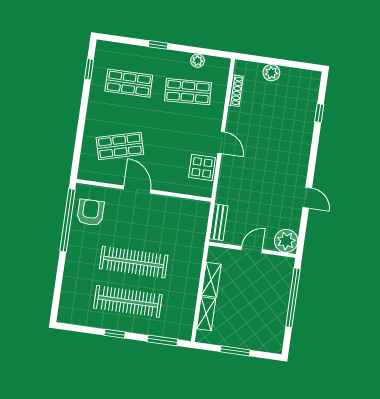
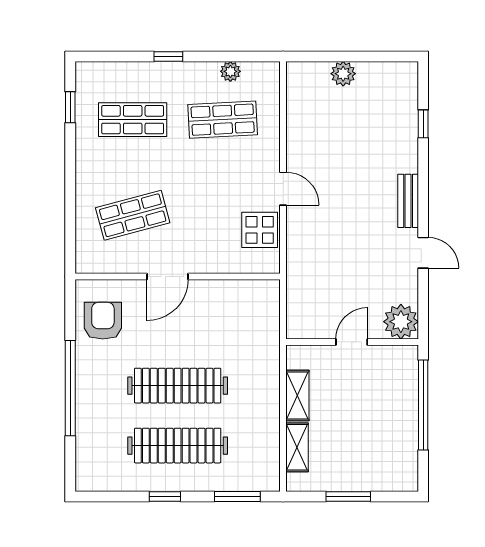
shoe rack: (236, 91) -> (294, 108), removed
door: (137, 189) -> (168, 277), swing flipped
window: (68, 220) -> (70, 388), moved
bench: (219, 222) -> (408, 201), moved

